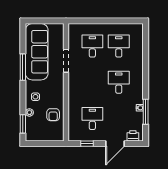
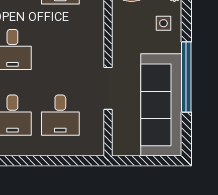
window: (23, 67) -> (186, 77), width x1.46

